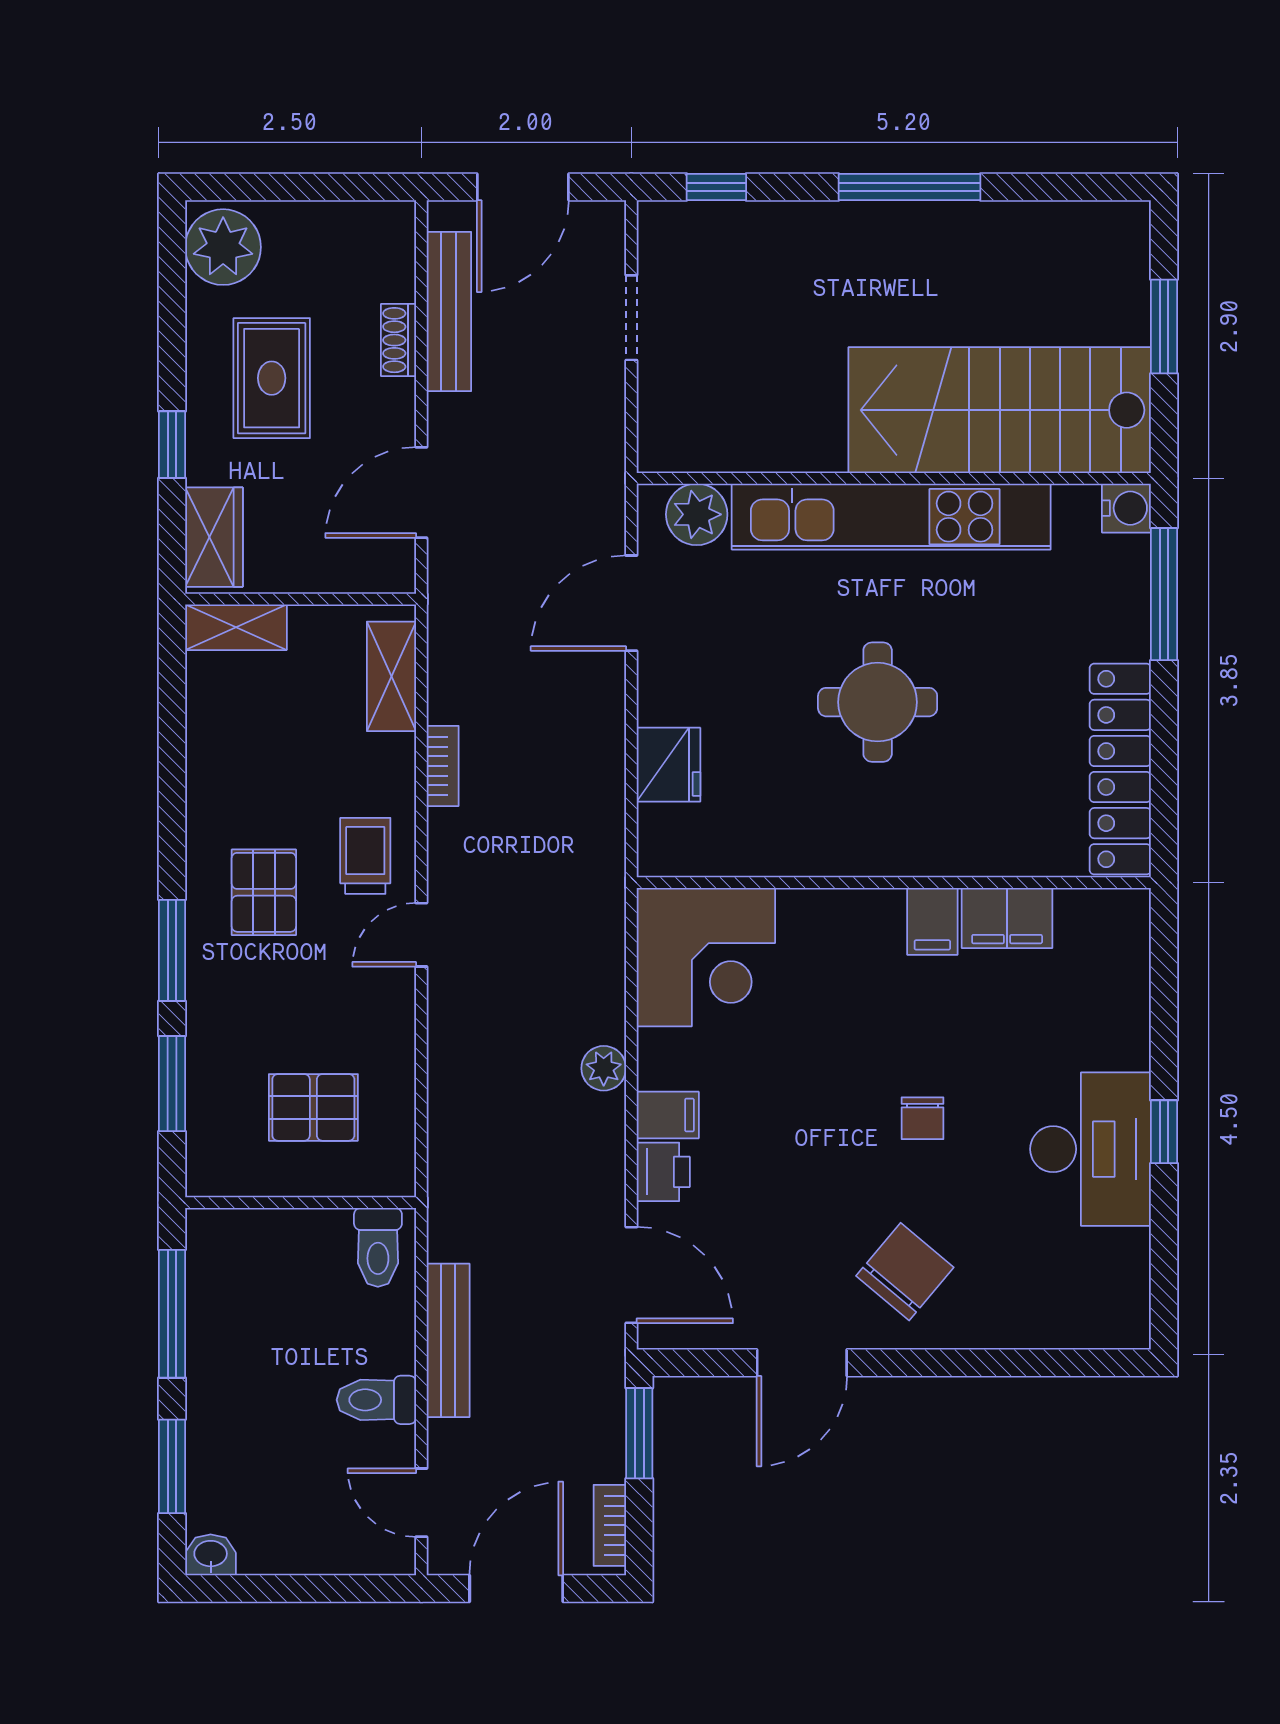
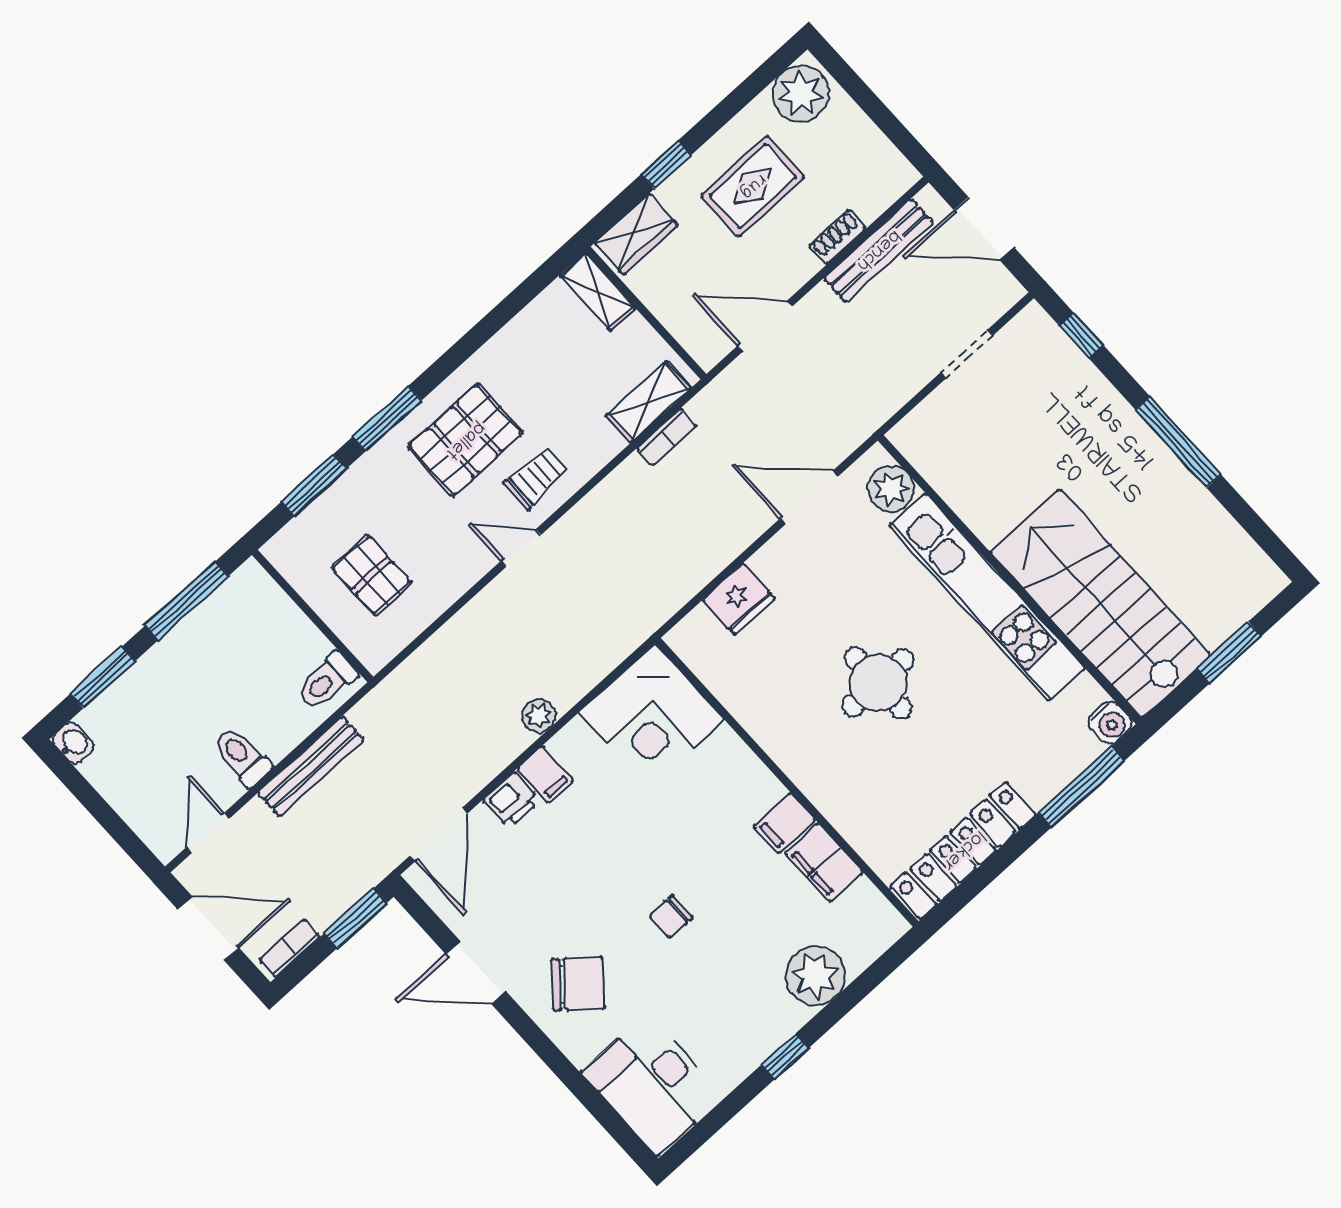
bookcase: (443, 766) -> (667, 437), moved
pallet: (264, 892) -> (465, 440), width x1.50, depth x1.42
plant: (1111, 1028) -> (815, 976), added
desk: (1091, 1149) -> (652, 1085), moved, turned 90

